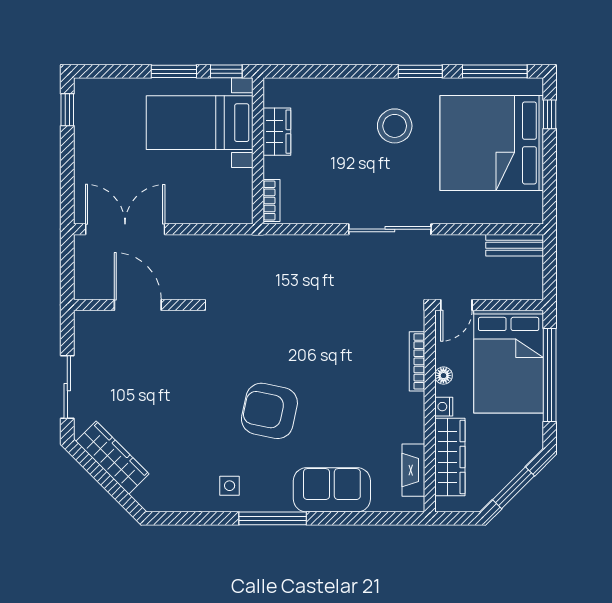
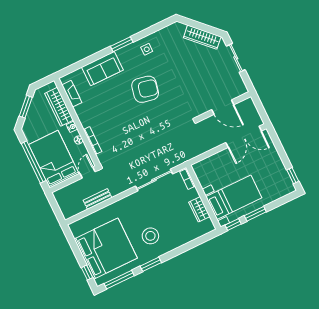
sliding door: (390, 229) -> (154, 180), moved
bench: (515, 245) -> (97, 199), moved
window: (273, 518) -> (122, 44), width x0.69

